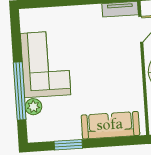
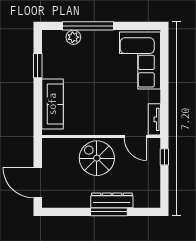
corner sofa: (46, 64) -> (140, 61), moved, turned 90

